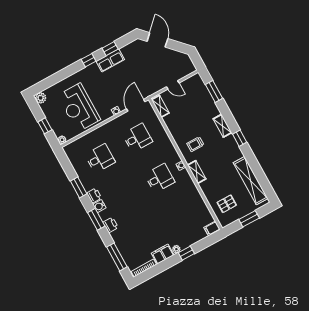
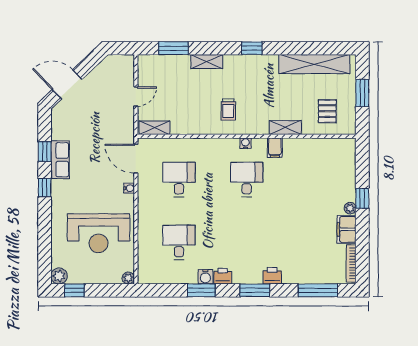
window: (45, 126) -> (74, 290), moved
shelving: (222, 126) -> (207, 62), moved
shelving: (197, 172) -> (285, 128), moved
water cooler: (99, 206) -> (205, 277), moved
filing cabinet: (212, 228) -> (275, 148), moved

